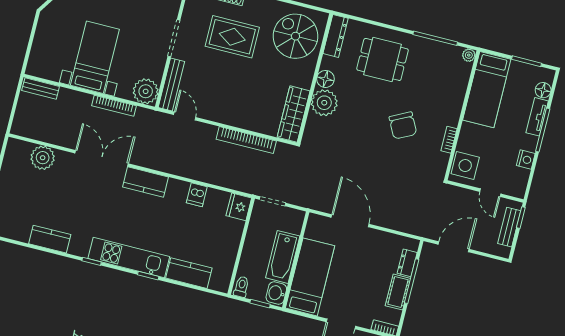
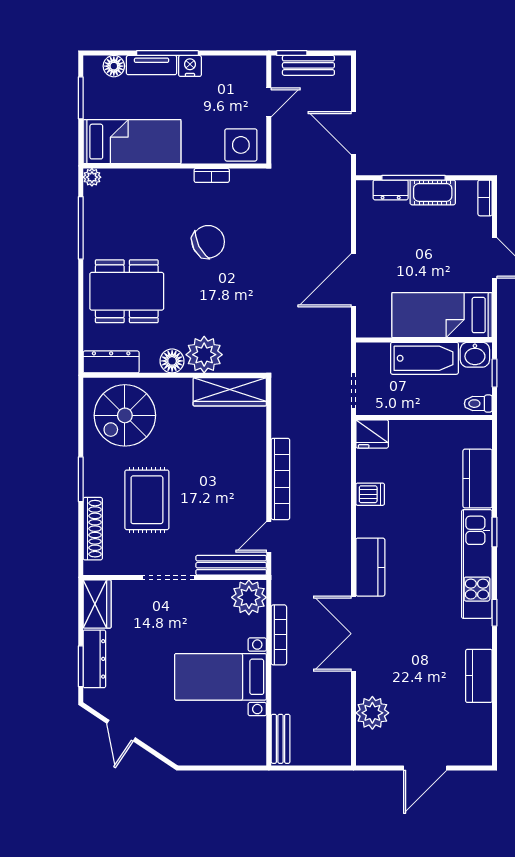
dining table: (382, 59) -> (127, 291), width x1.38
bookcase: (246, 140) -> (280, 479), moved
nightstand: (526, 160) -> (190, 66), moved

